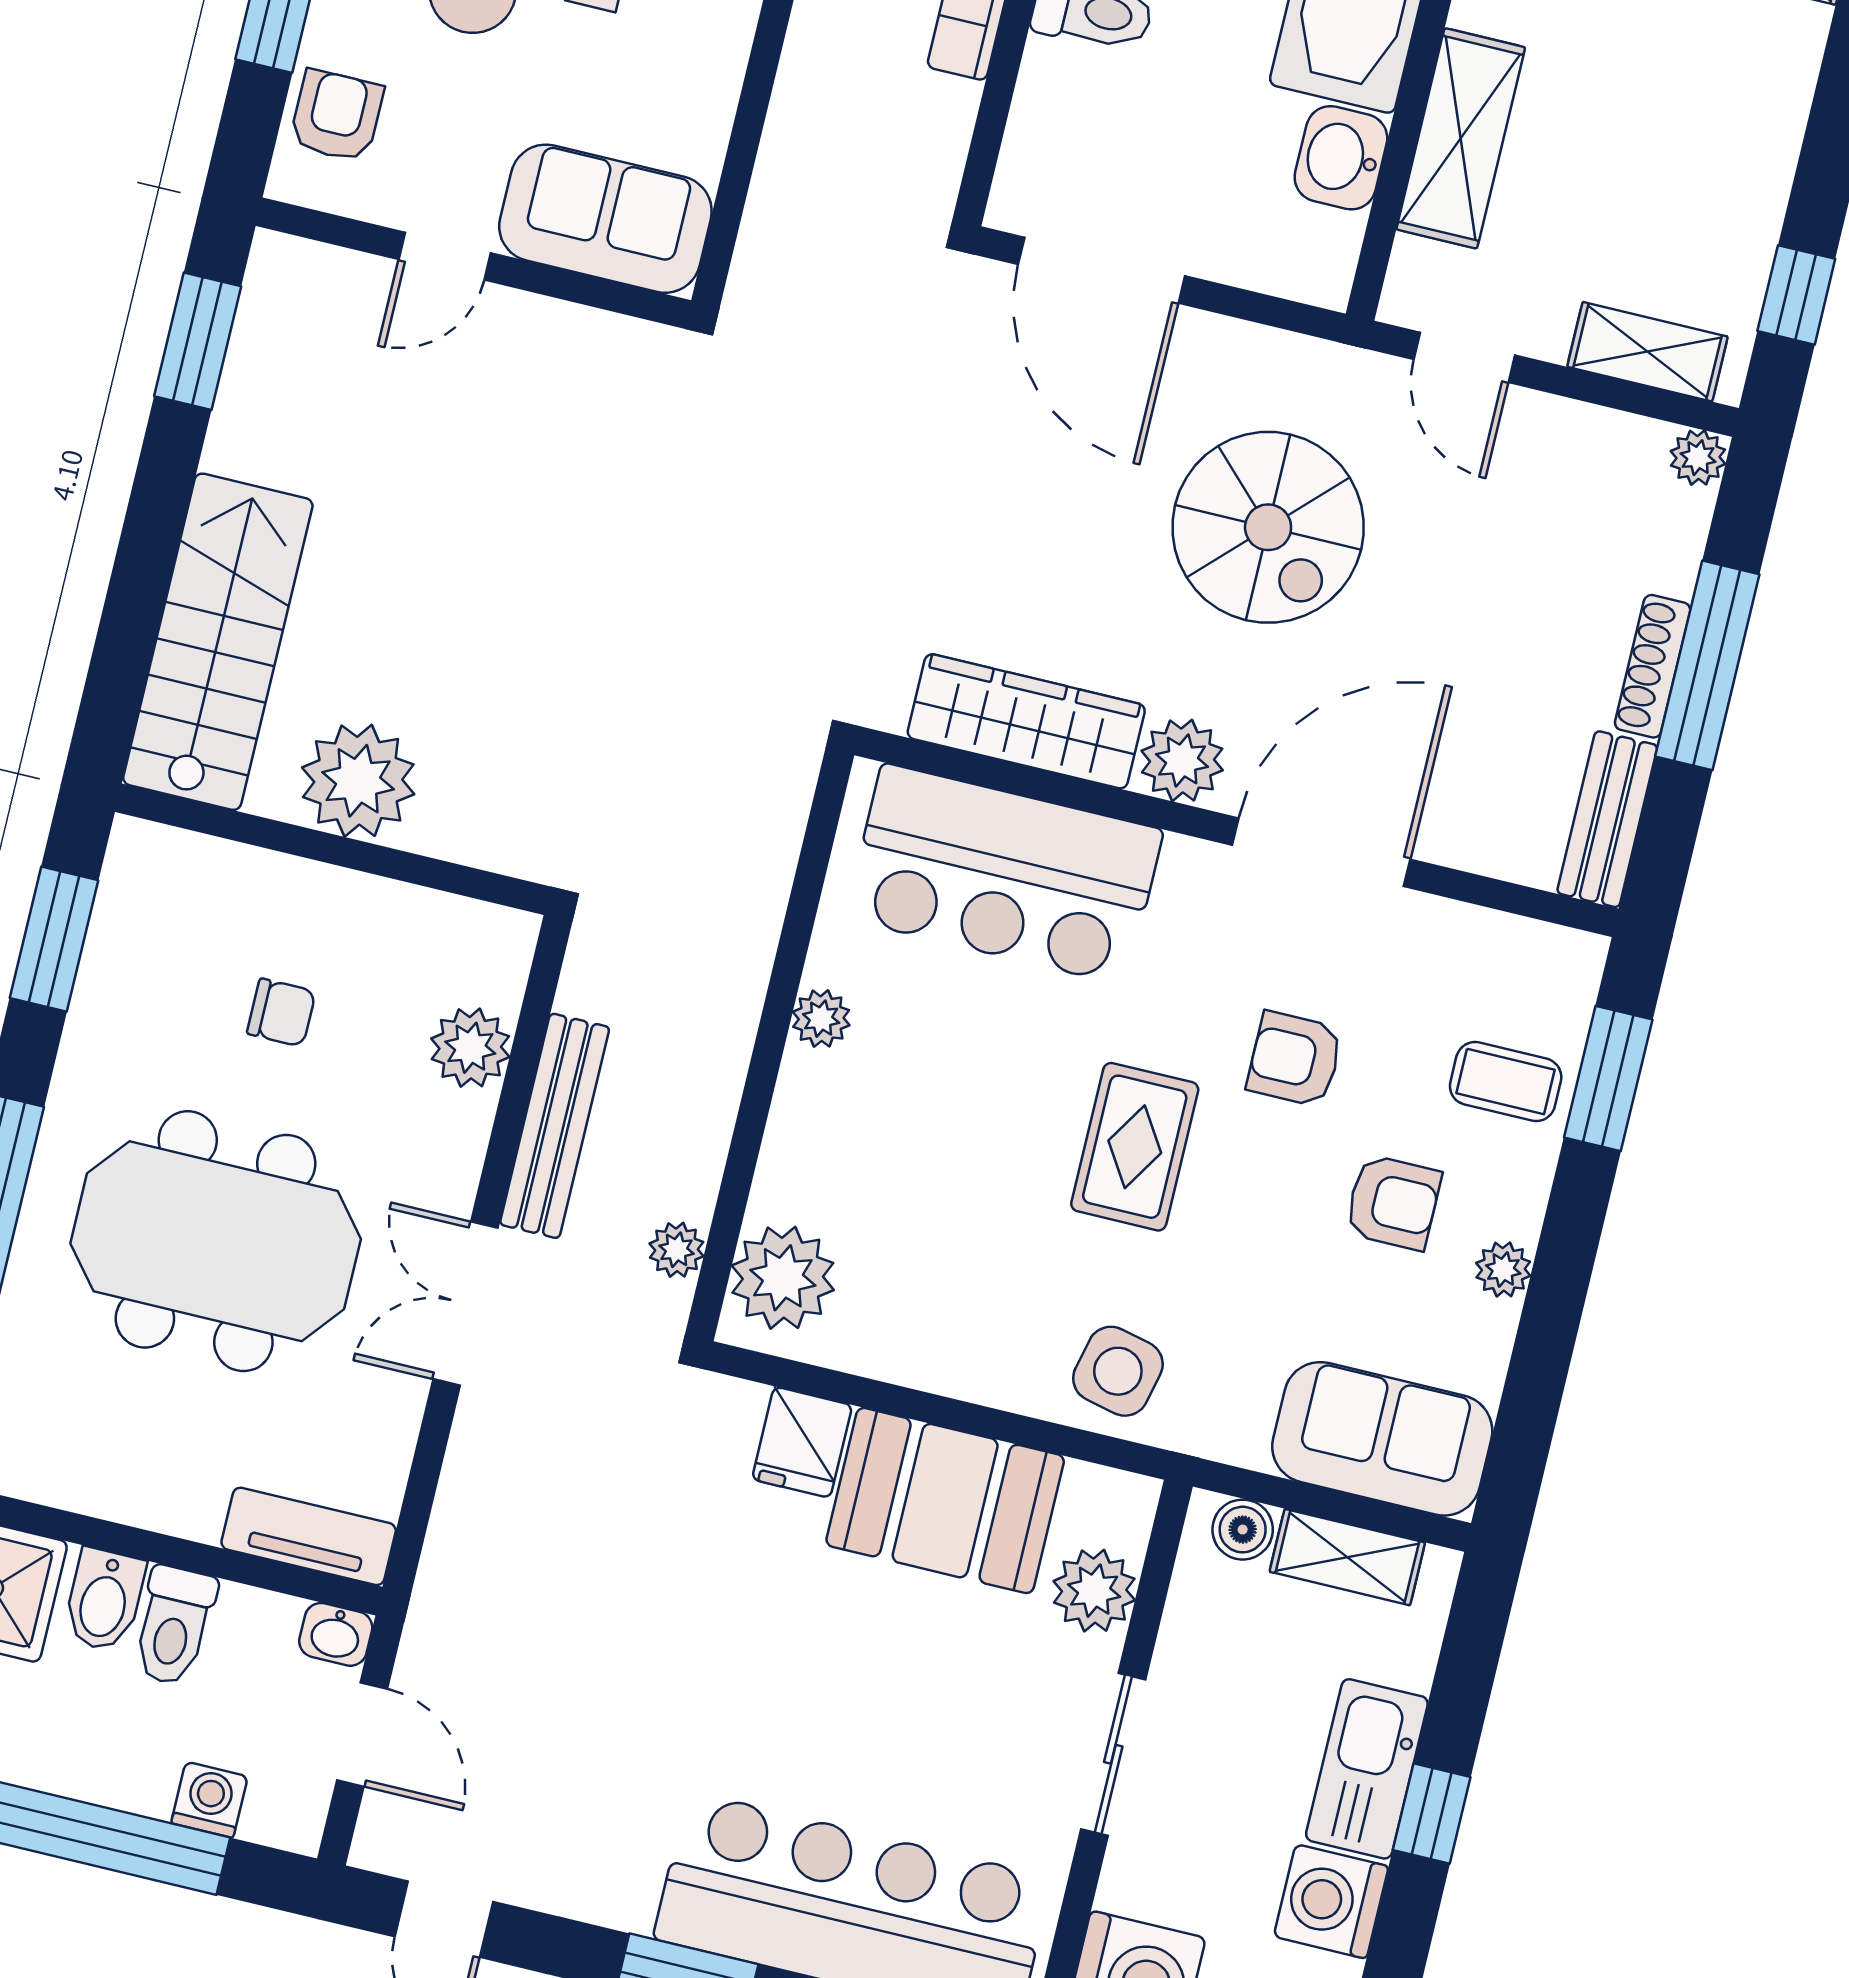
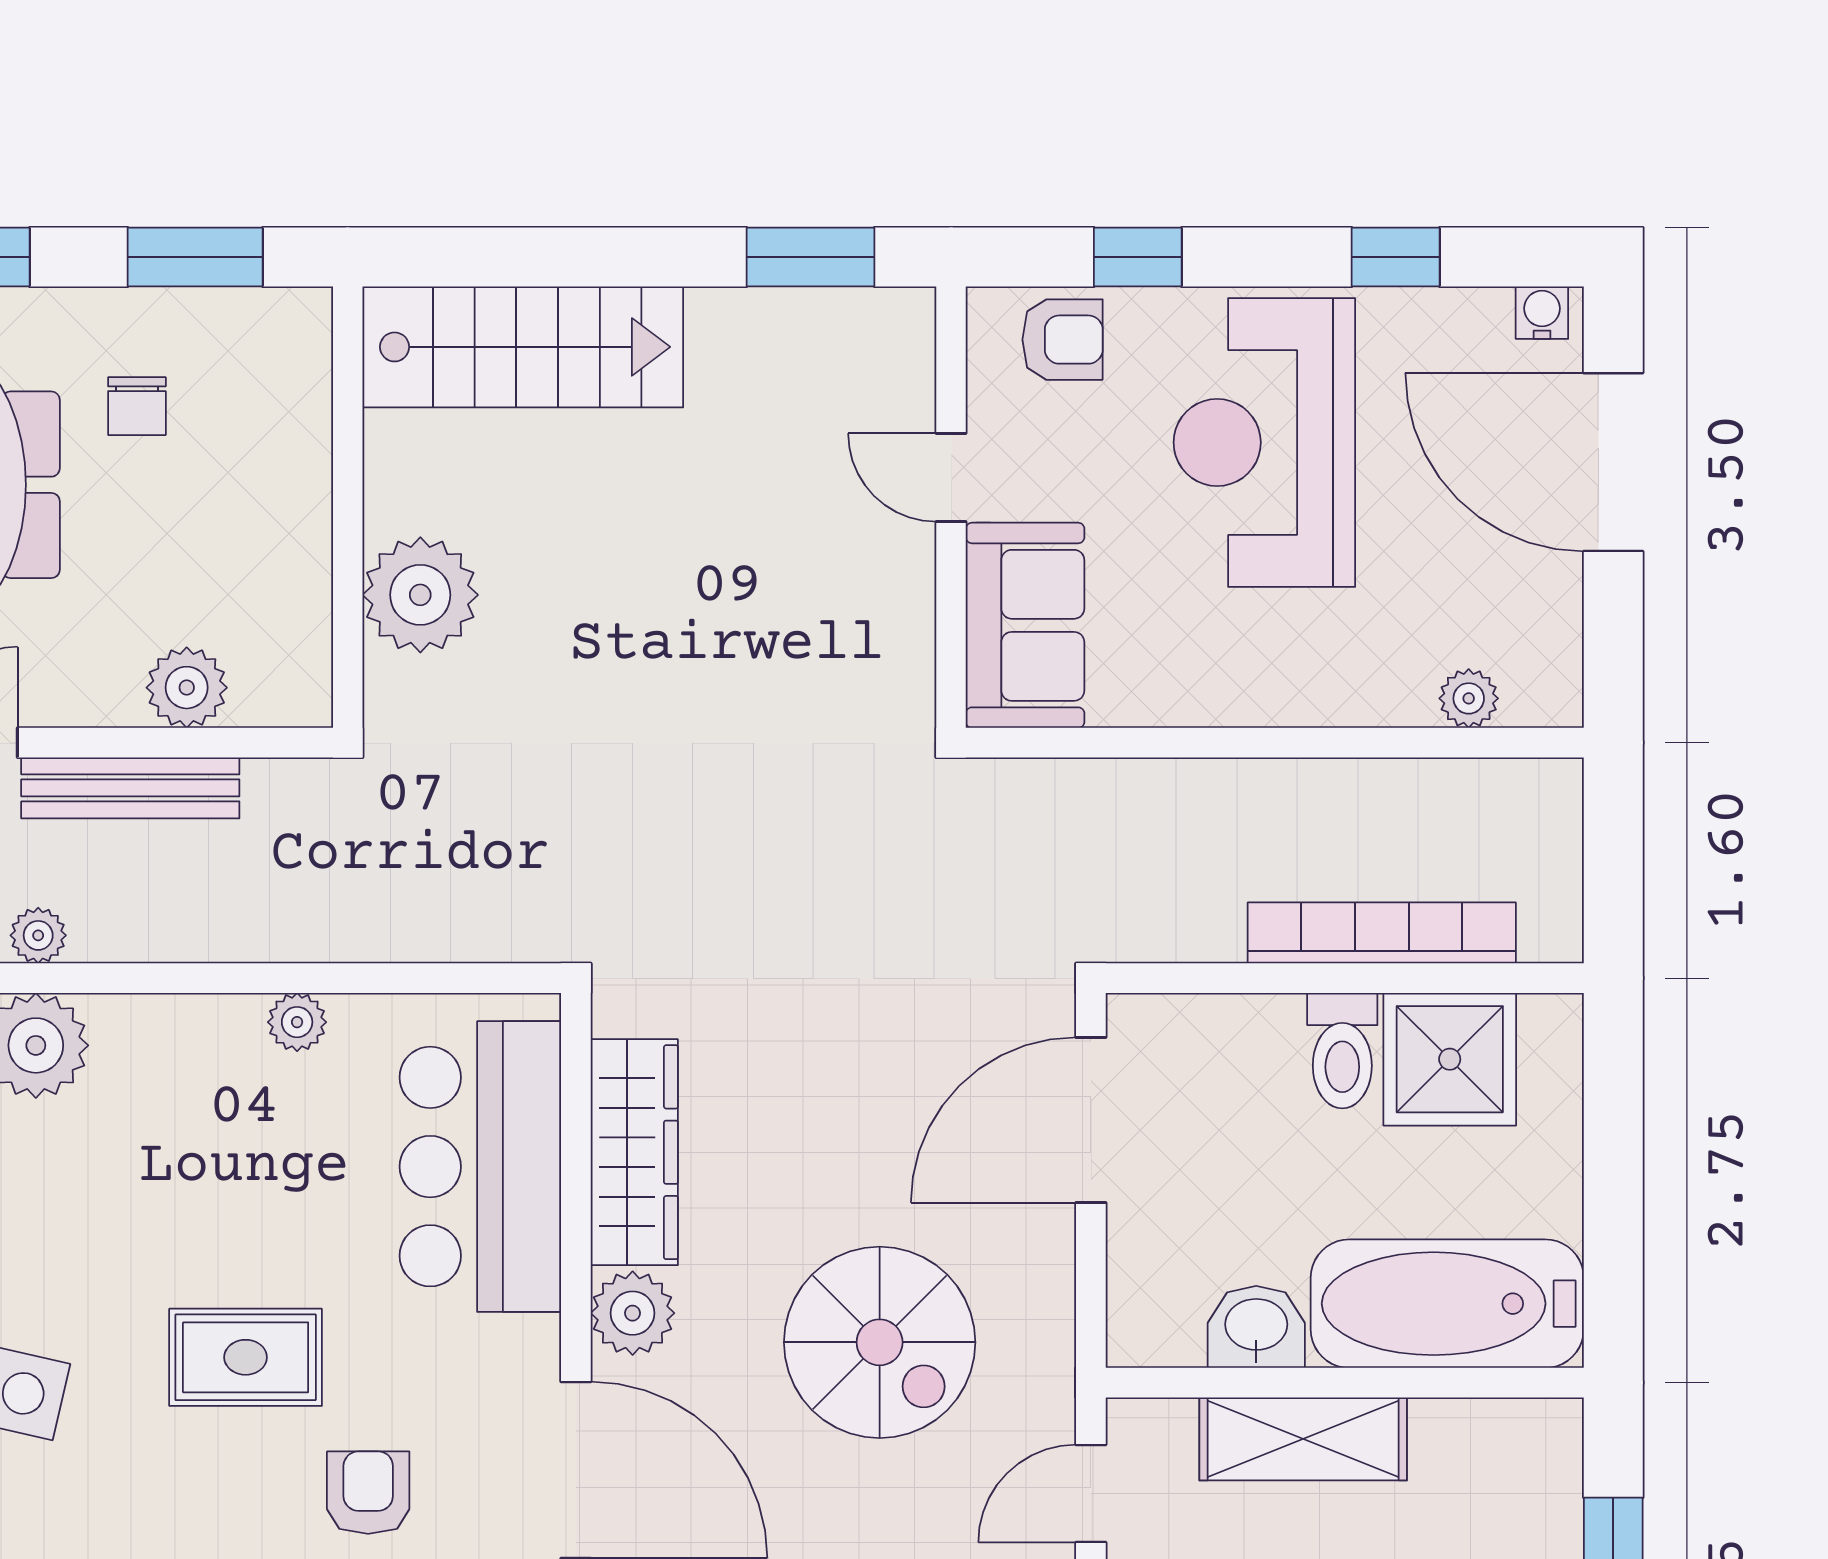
spiral stairs: (1268, 527) -> (880, 1342), turned -90
plant: (358, 781) -> (420, 595), moved
chair: (281, 1013) -> (137, 406), moved

